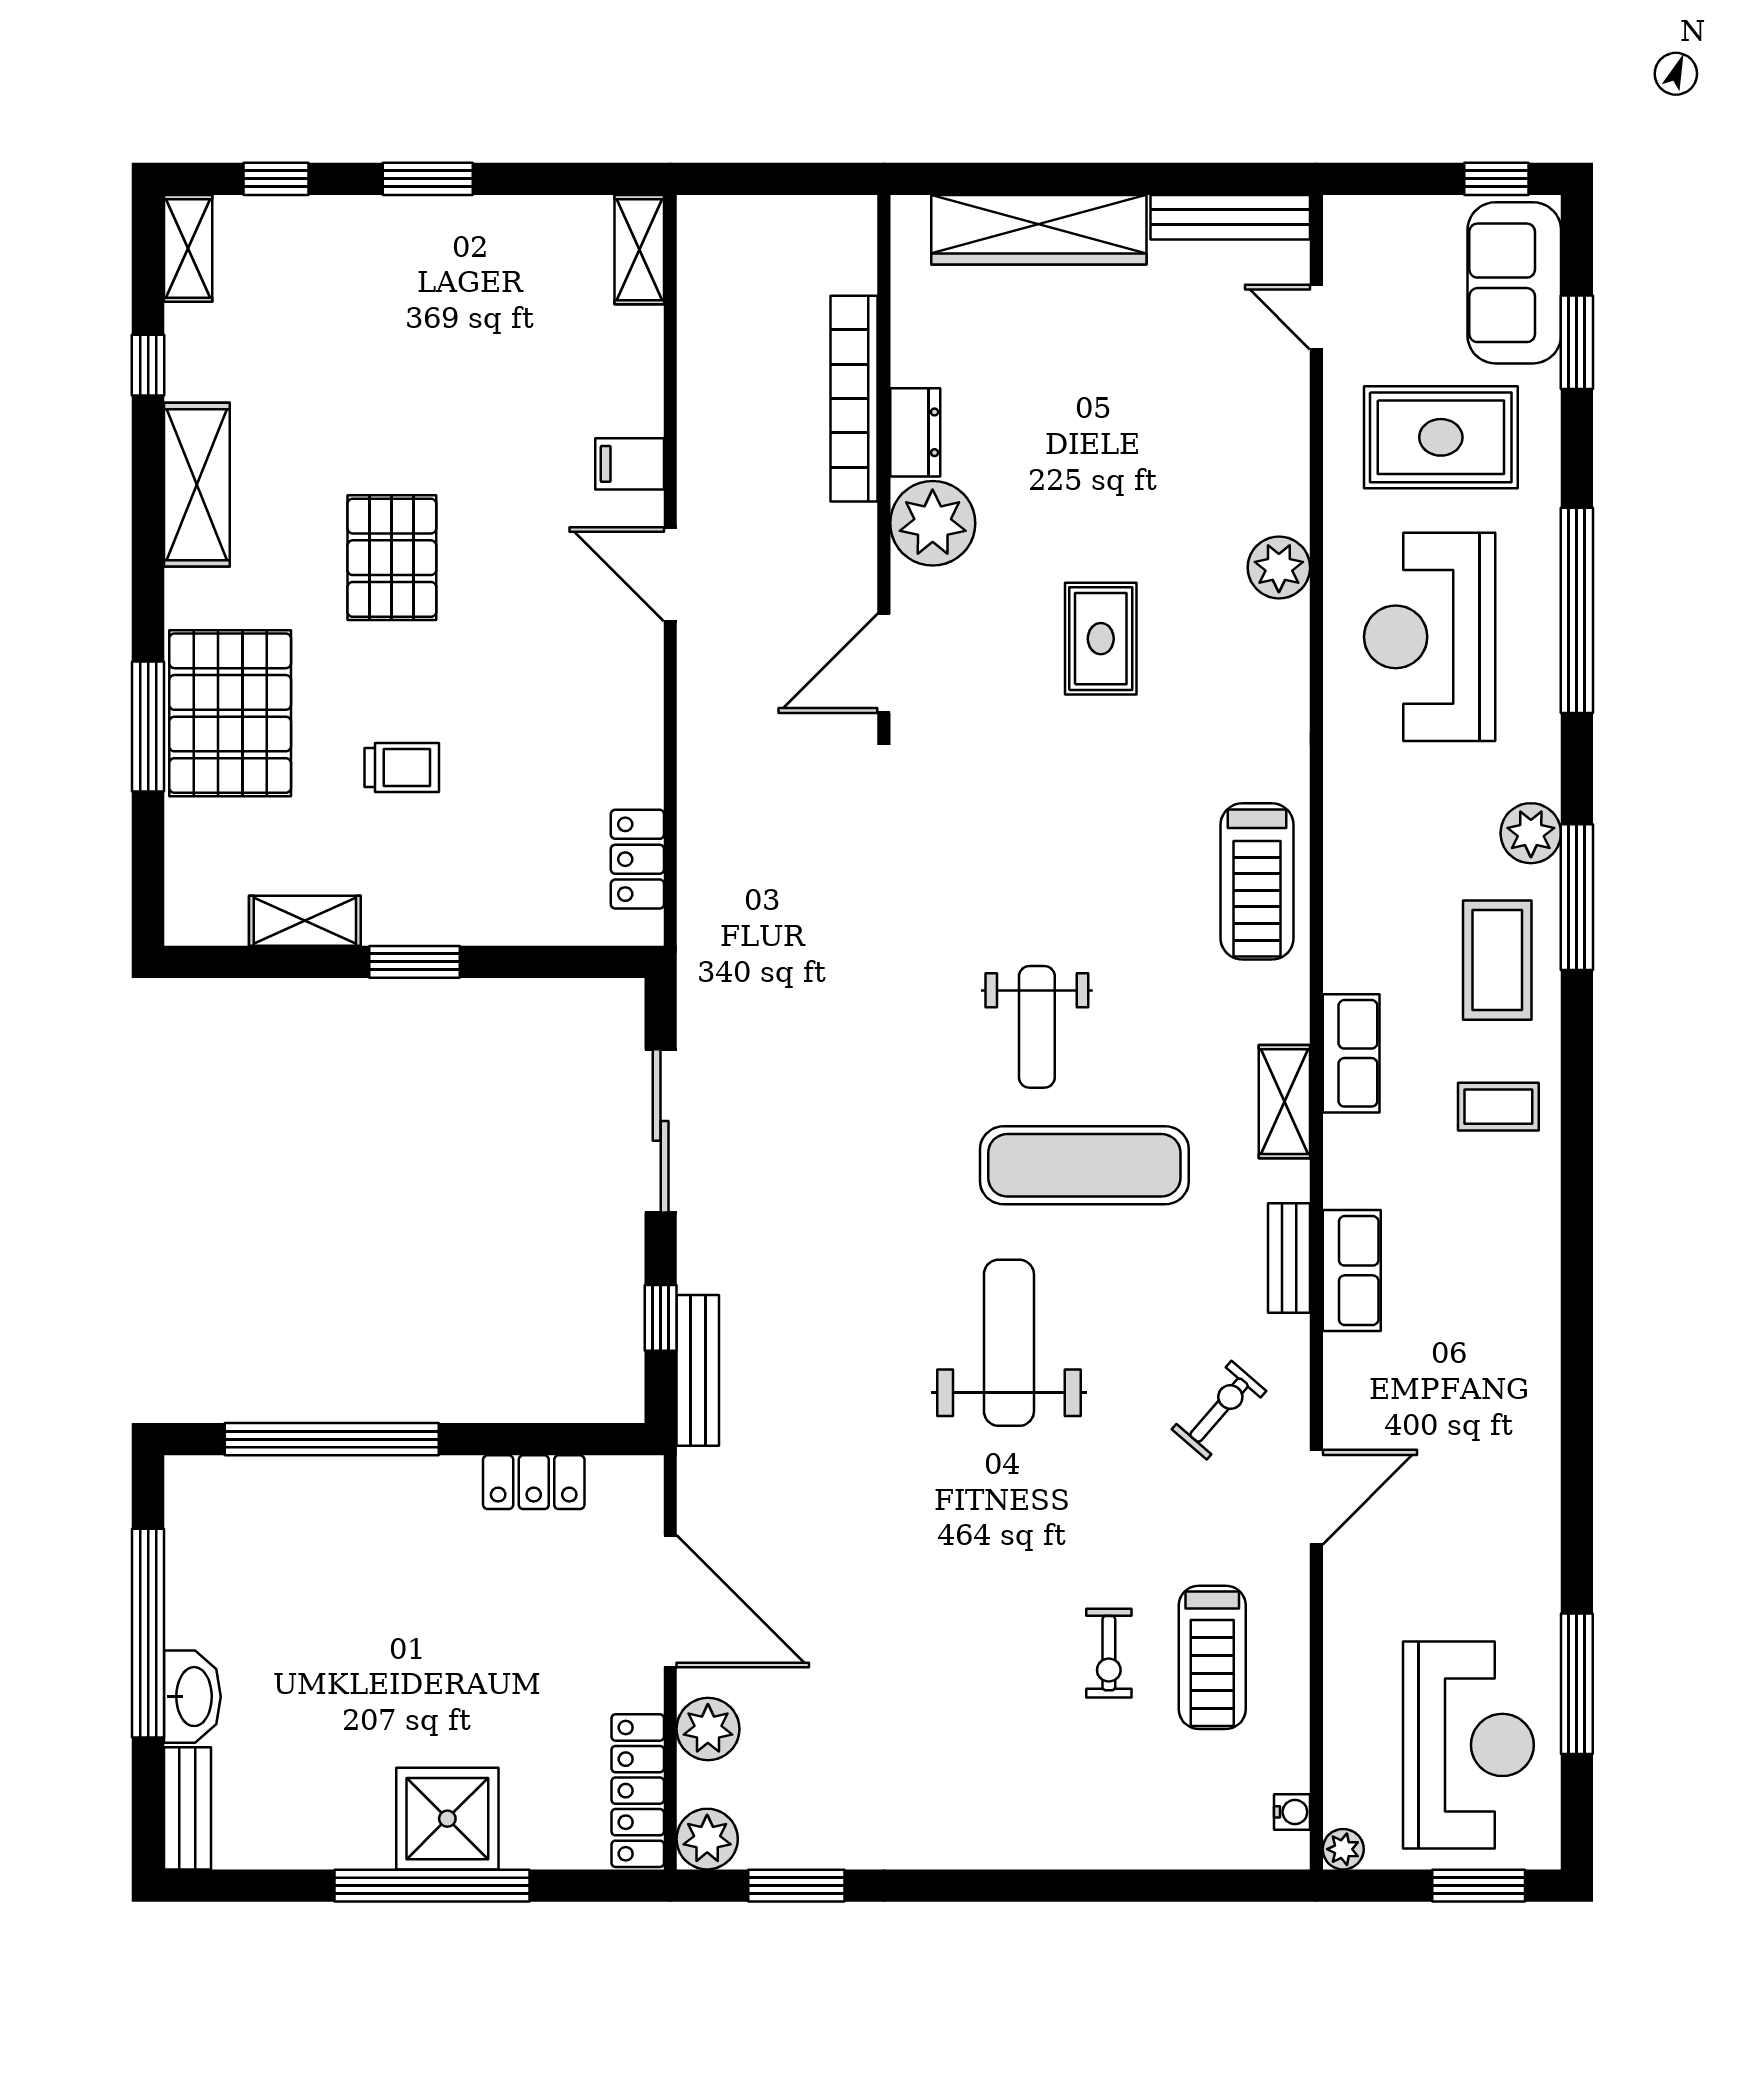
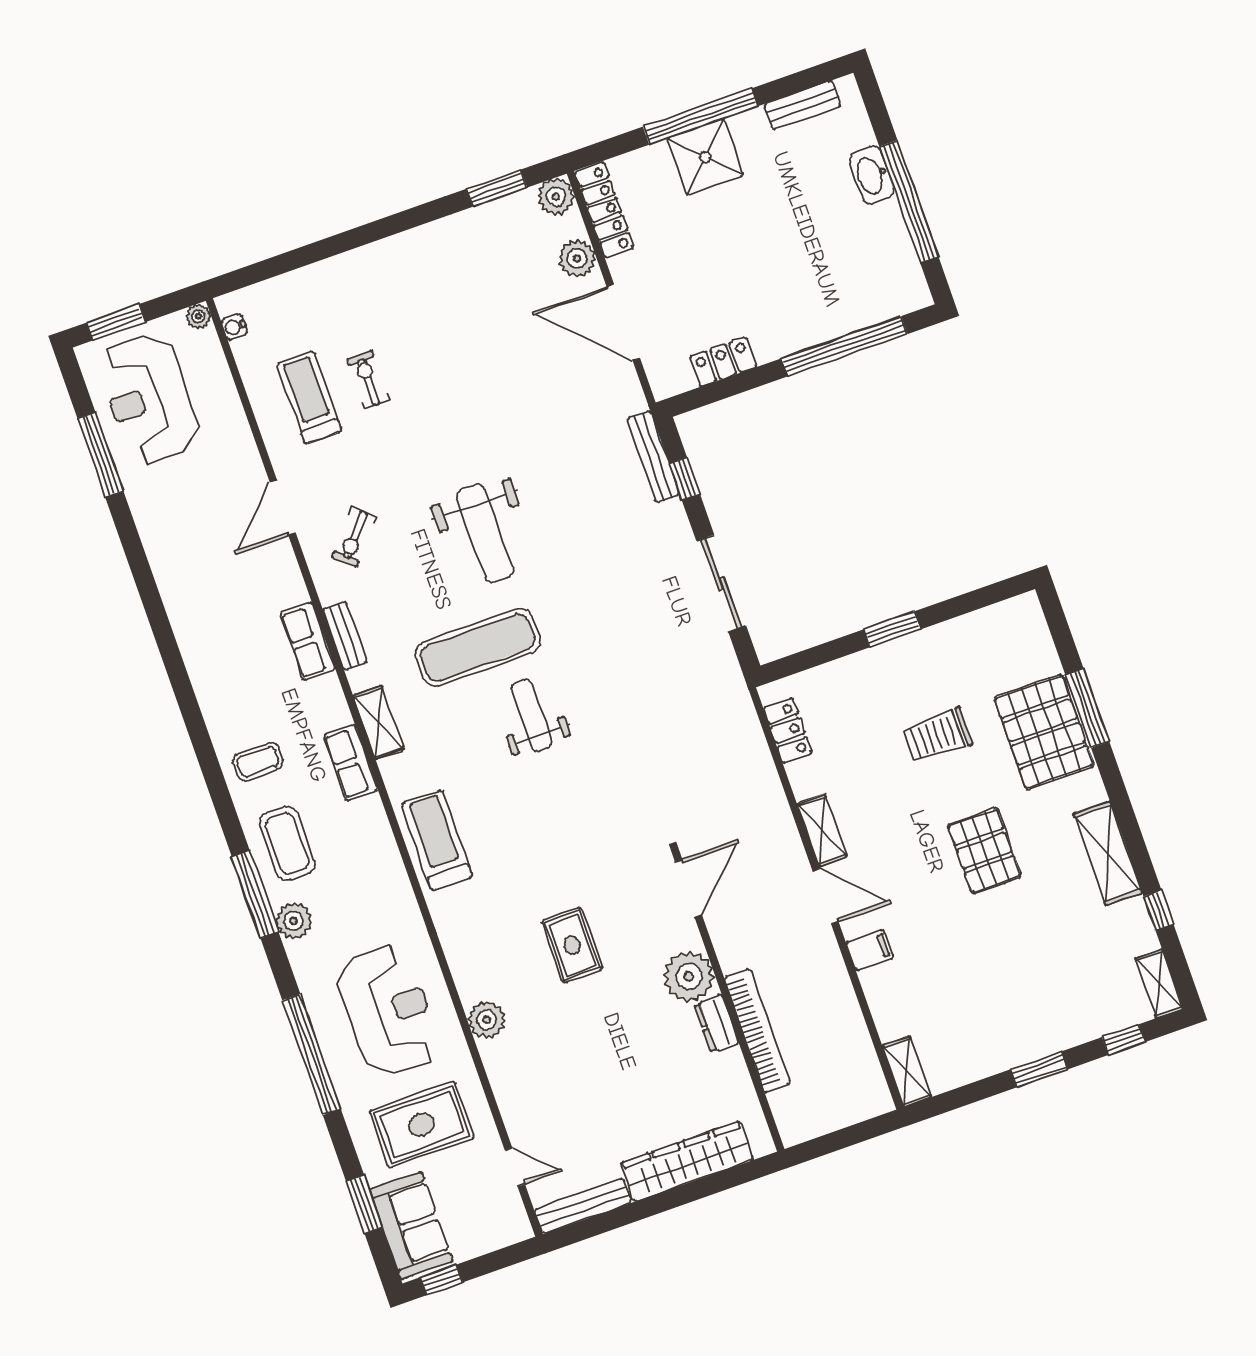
trolley: (402, 767) -> (937, 735), width x1.36, depth x1.39
shelving: (305, 921) -> (822, 830), moved, turned 90
bench: (187, 1808) -> (802, 105), moved, turned 90

